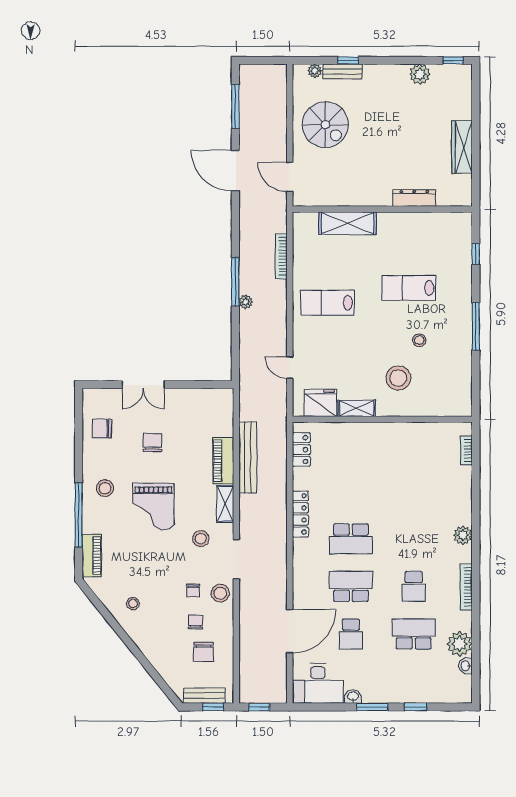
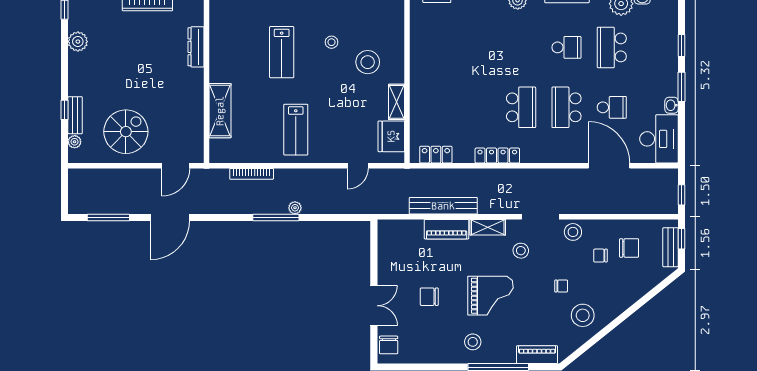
chair: (102, 429) -> (389, 345), moved
chair: (193, 590) -> (561, 286), moved
stool: (133, 603) -> (583, 315), width x1.89, depth x1.89

